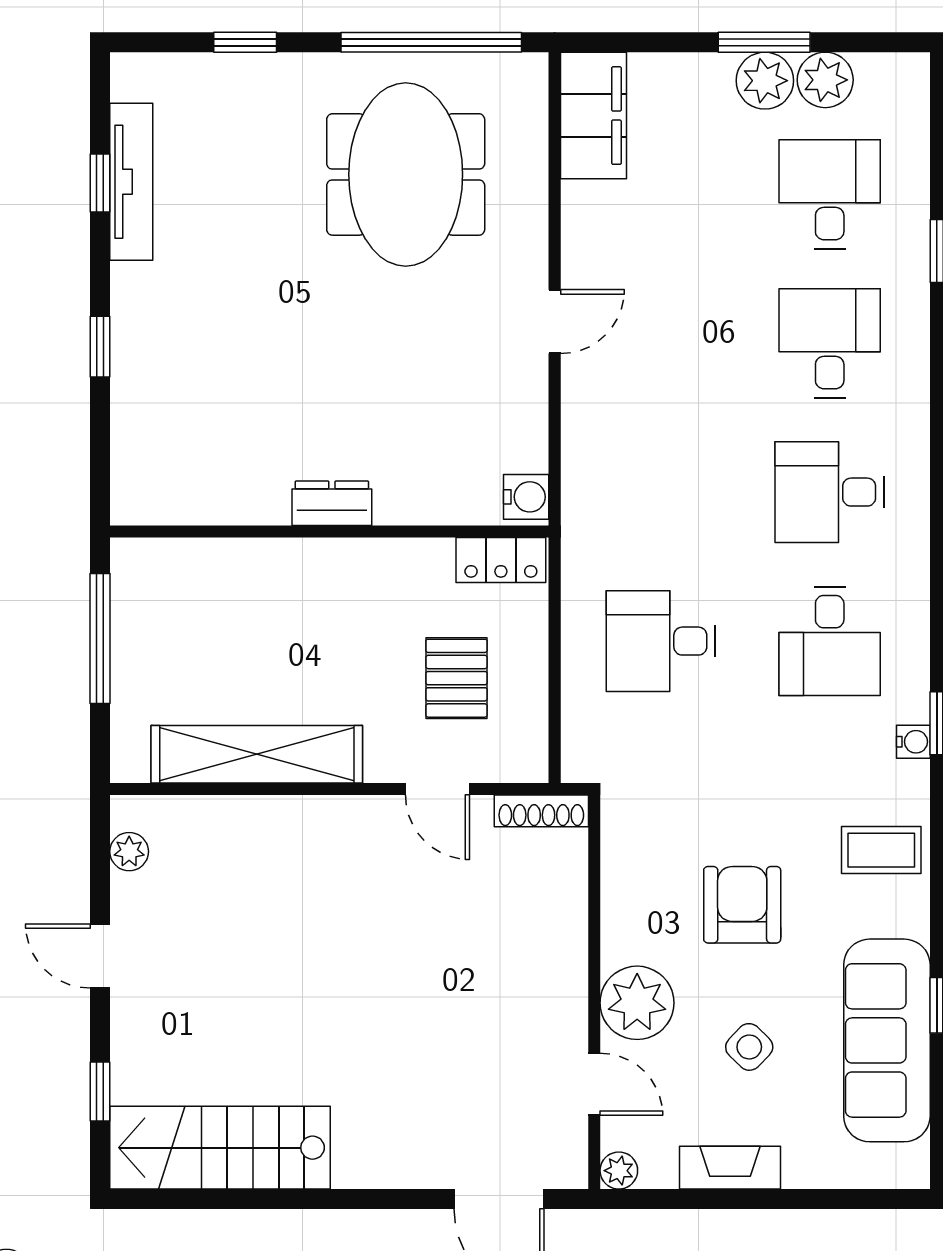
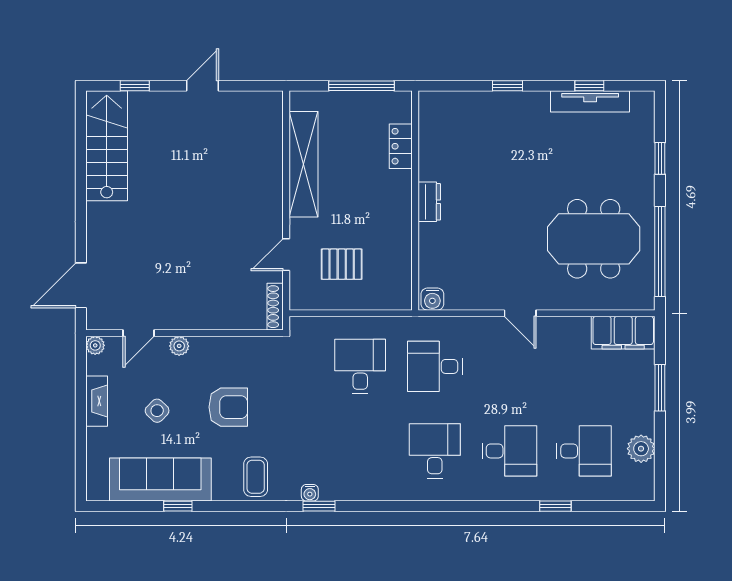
window: (764, 42) -> (660, 388), moved
plant: (765, 81) -> (641, 418), removed
locker: (501, 560) -> (401, 146), moved
desk: (830, 641) -> (435, 366), moved
plant: (129, 852) -> (255, 100), removed
plant: (637, 1003) -> (179, 346), width x0.53, depth x0.53

